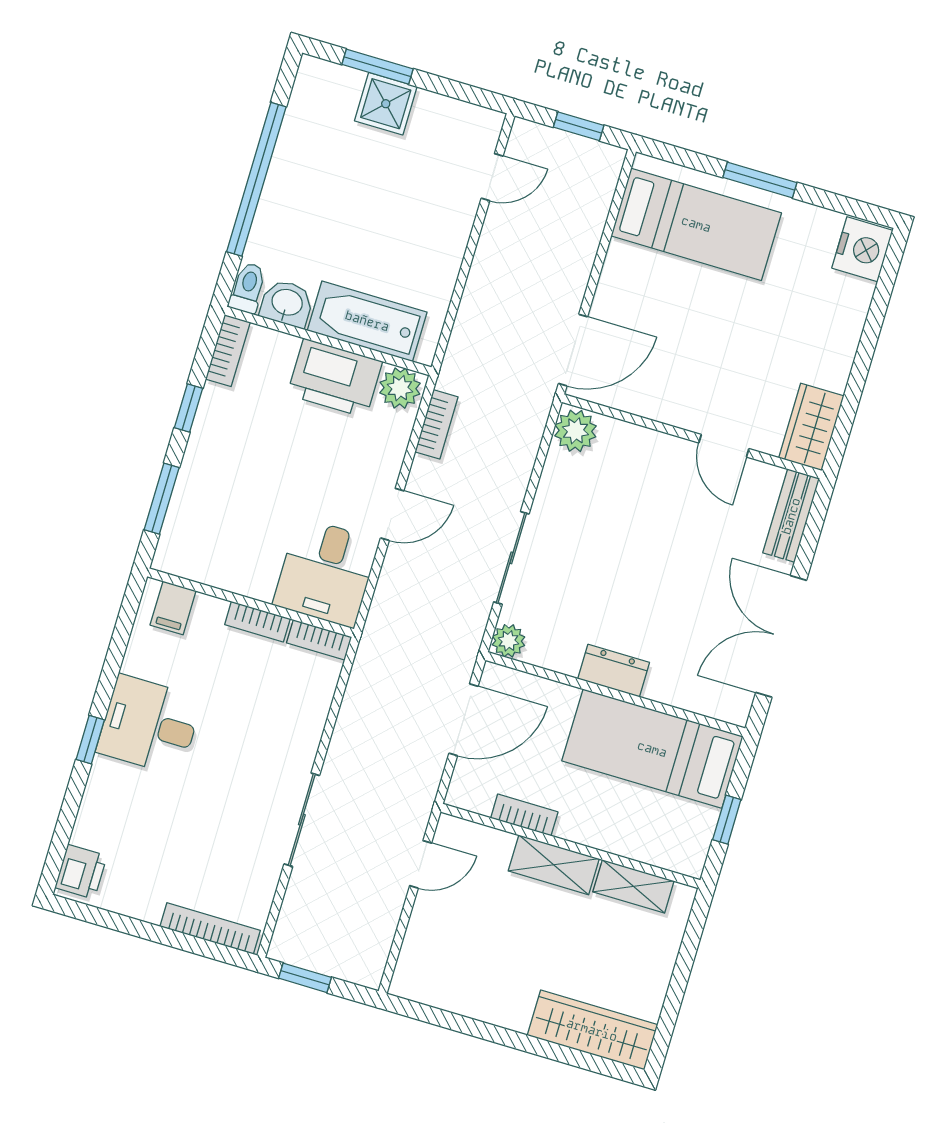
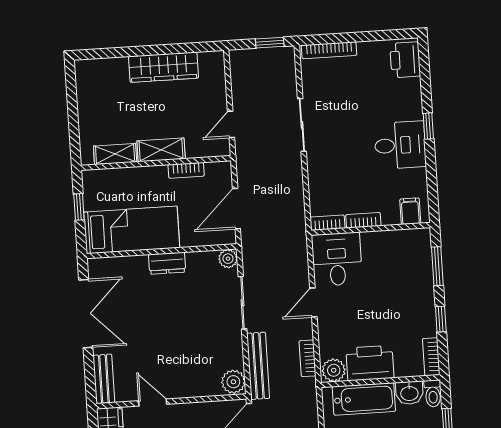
bench: (524, 442) -> (258, 366), added
printer: (81, 872) -> (405, 60), width x1.36, depth x1.24
wardrobe: (592, 1030) -> (163, 67), moved

